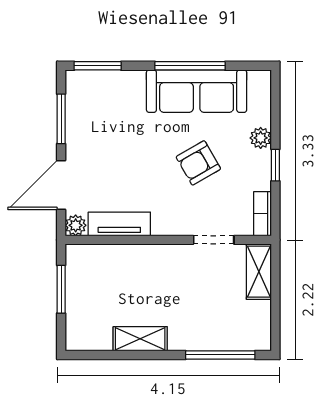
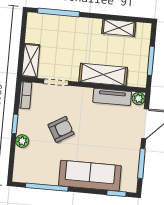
window: (98, 66) -> (116, 193), width x0.67
window: (190, 66) -> (47, 187), moved
sofa: (197, 91) -> (90, 176), moved
shelving: (137, 259) -> (103, 75), added
shelving: (140, 339) -> (119, 28), moved

